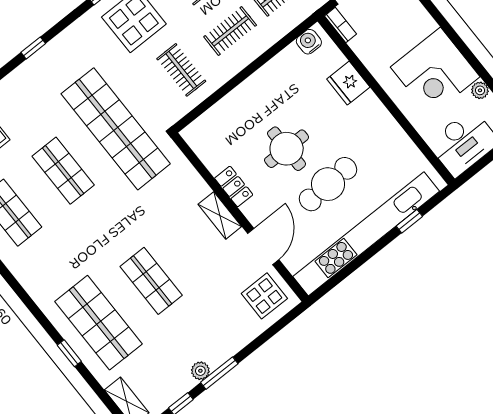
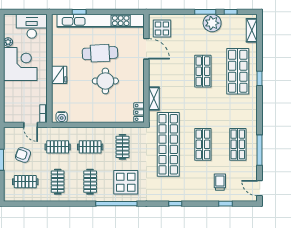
fridge: (348, 83) -> (59, 75), moved
locker: (234, 186) -> (139, 112), moved
shelving: (220, 215) -> (154, 99), moved
door: (263, 247) -> (146, 49), swing flipped
window: (69, 353) -> (260, 78), moved
plant: (200, 371) -> (212, 23), width x1.87, depth x1.87

